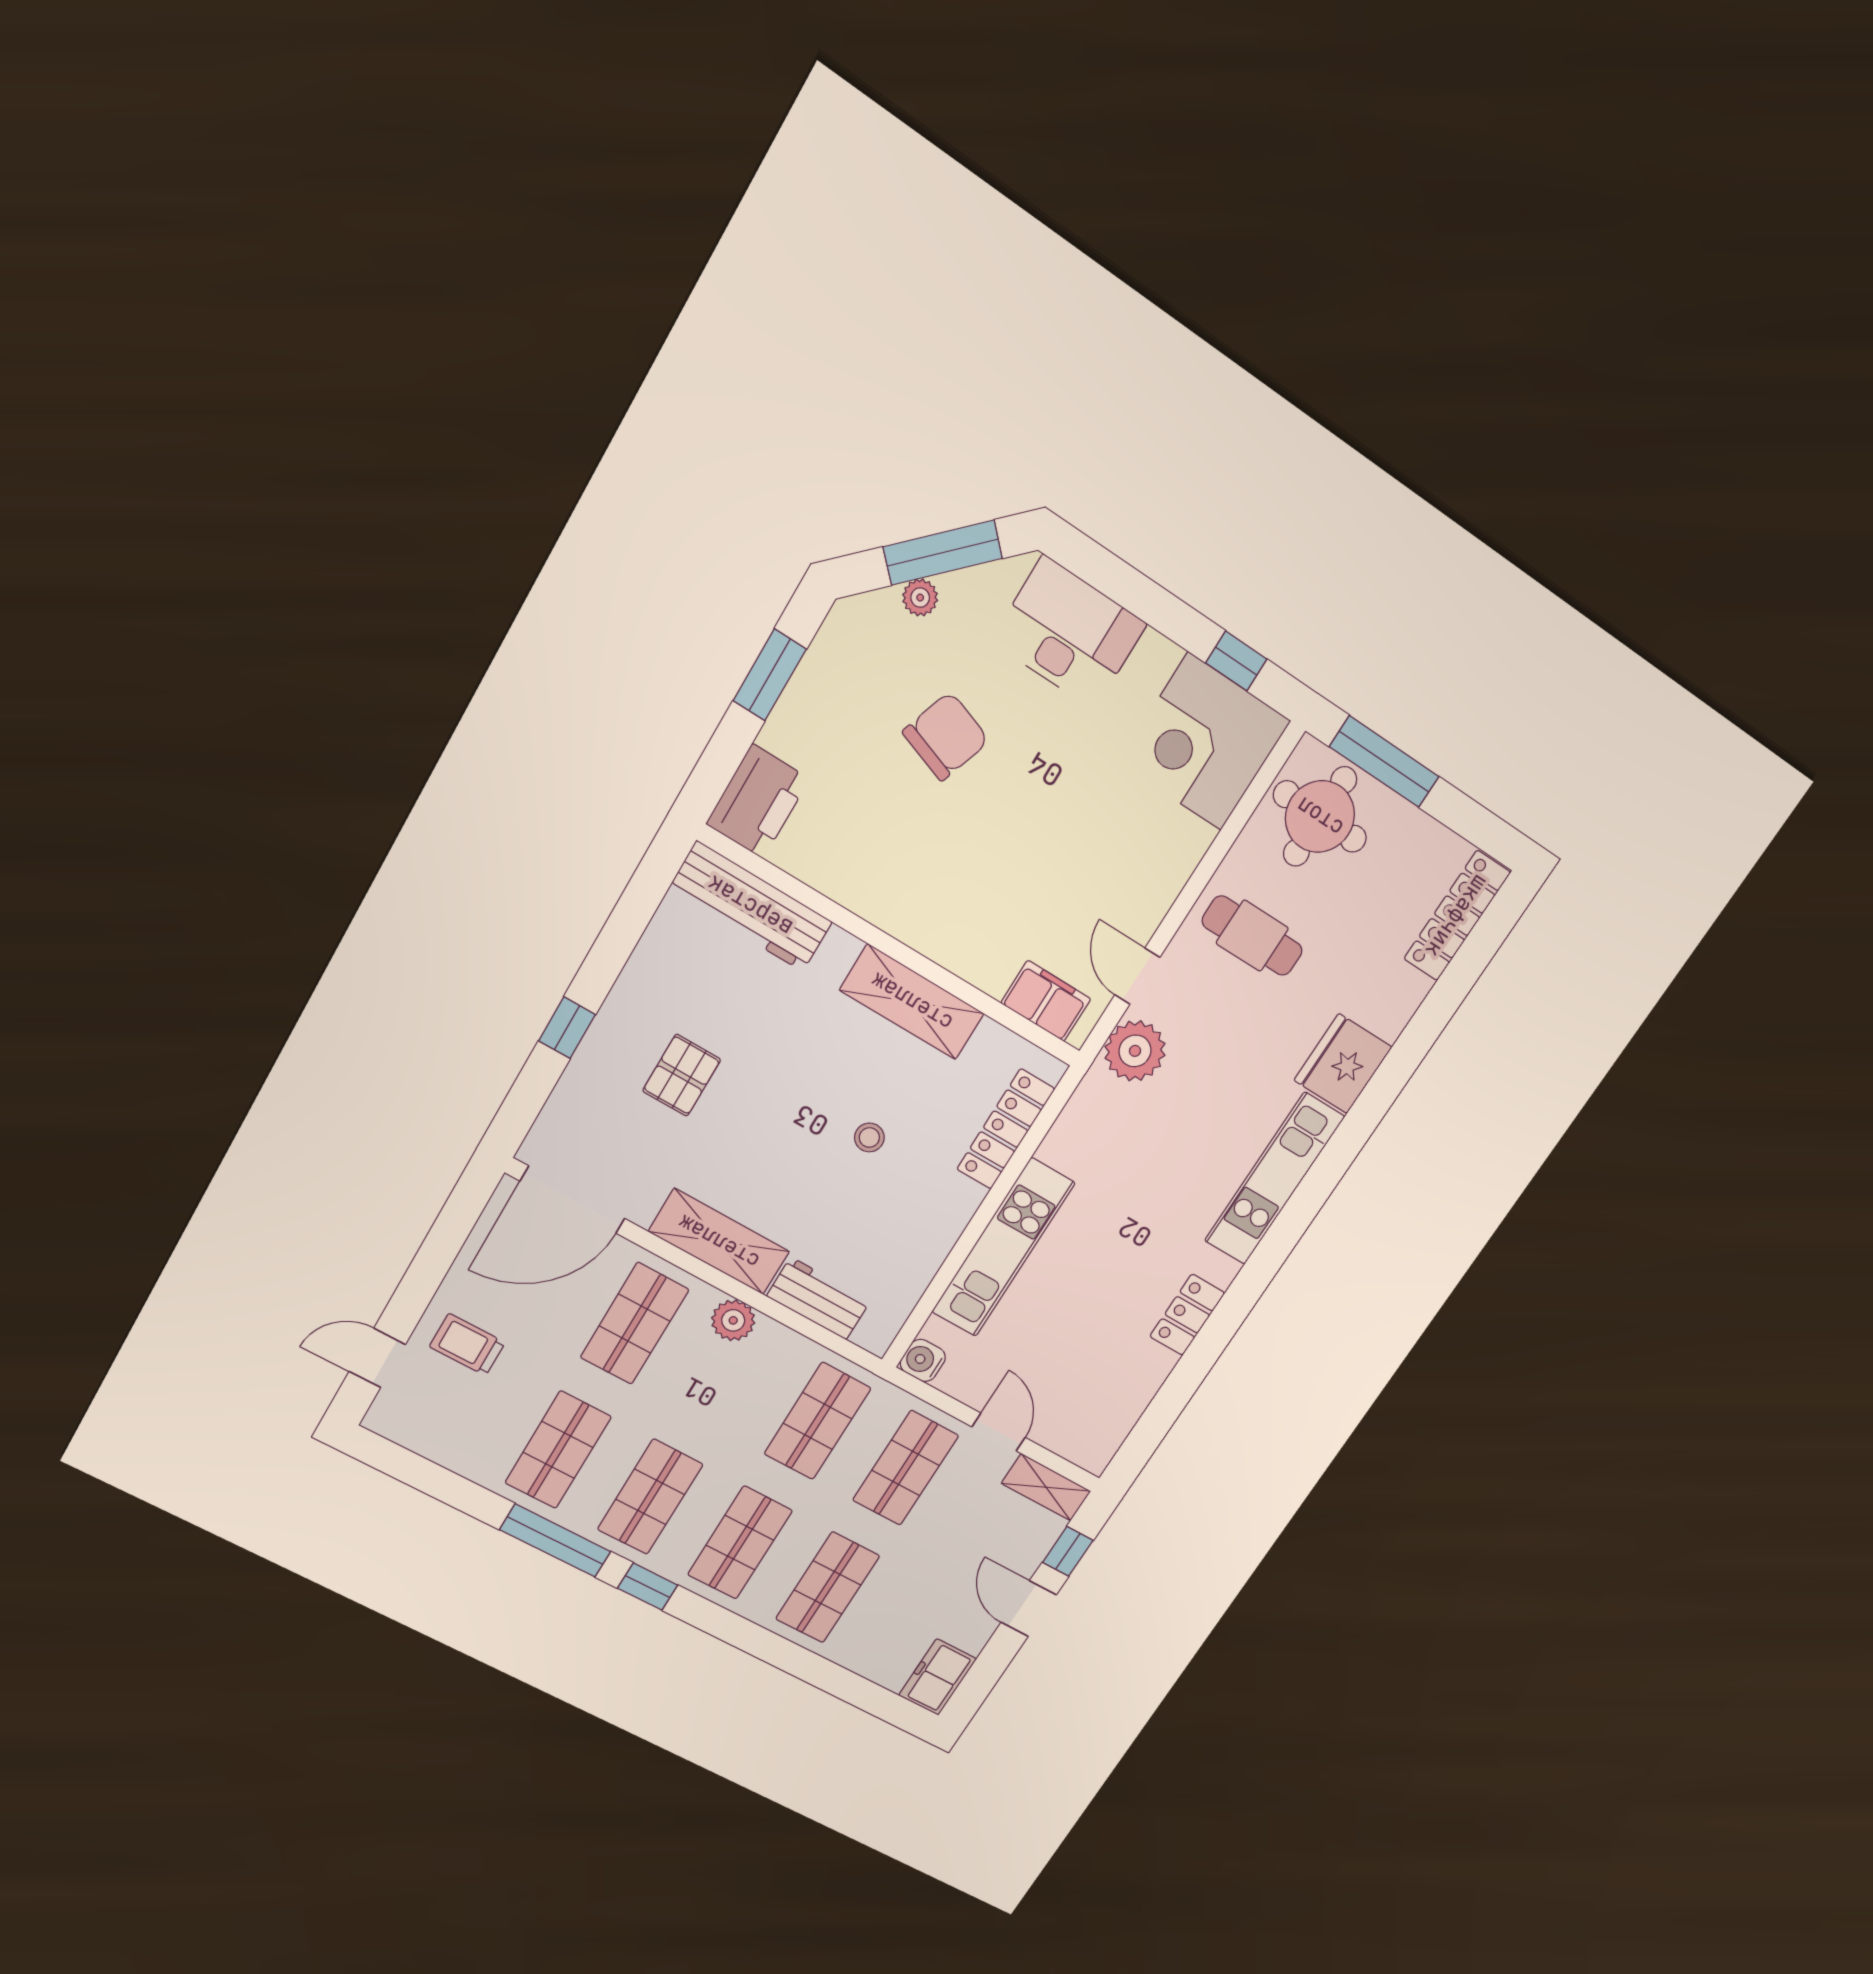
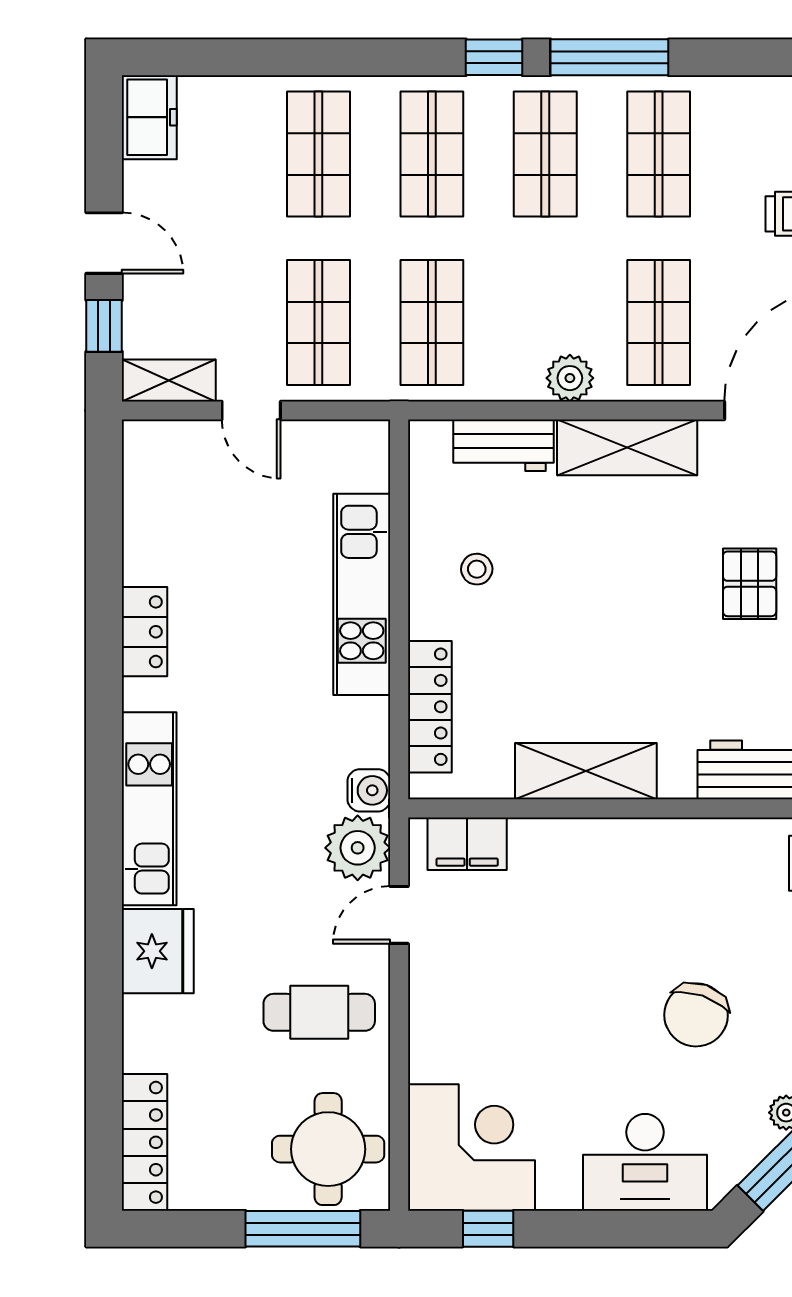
door: (1137, 976) -> (399, 915), swing flipped
stool: (869, 1137) -> (477, 569), moved
water cooler: (923, 1360) -> (369, 790), moved

